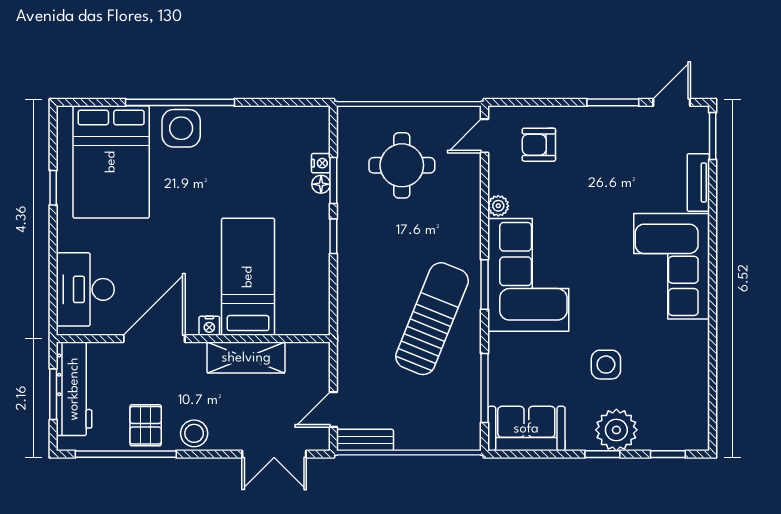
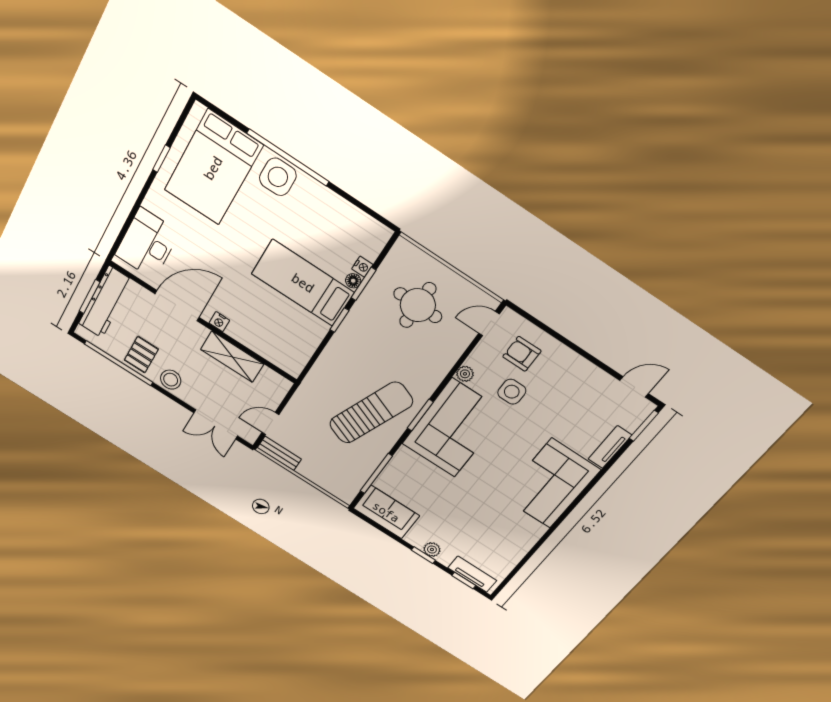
window: (613, 102) -> (594, 360), removed
bed: (248, 277) -> (303, 283), moved, turned -90
side table: (606, 365) -> (512, 392), moved
plant: (616, 430) -> (432, 550), width x0.53, depth x0.53
tv unit: (671, 439) -> (472, 574), added

